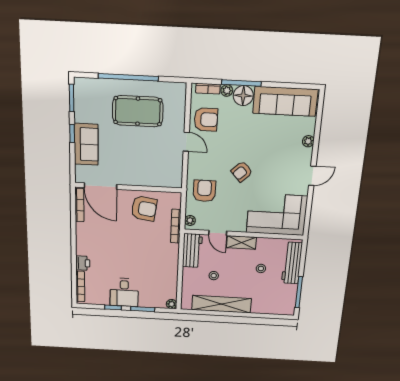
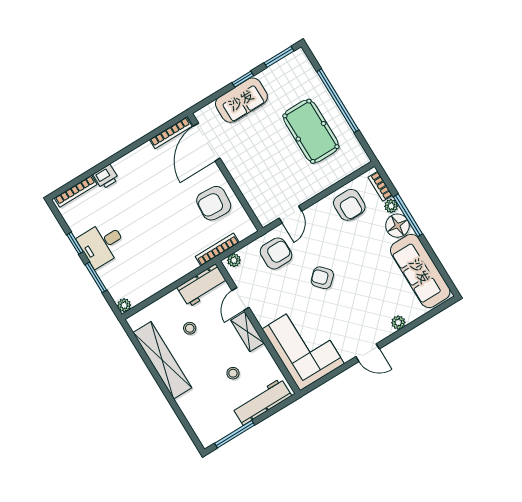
door: (186, 142) -> (290, 215), moved
armchair: (144, 208) -> (214, 203), turned 86

